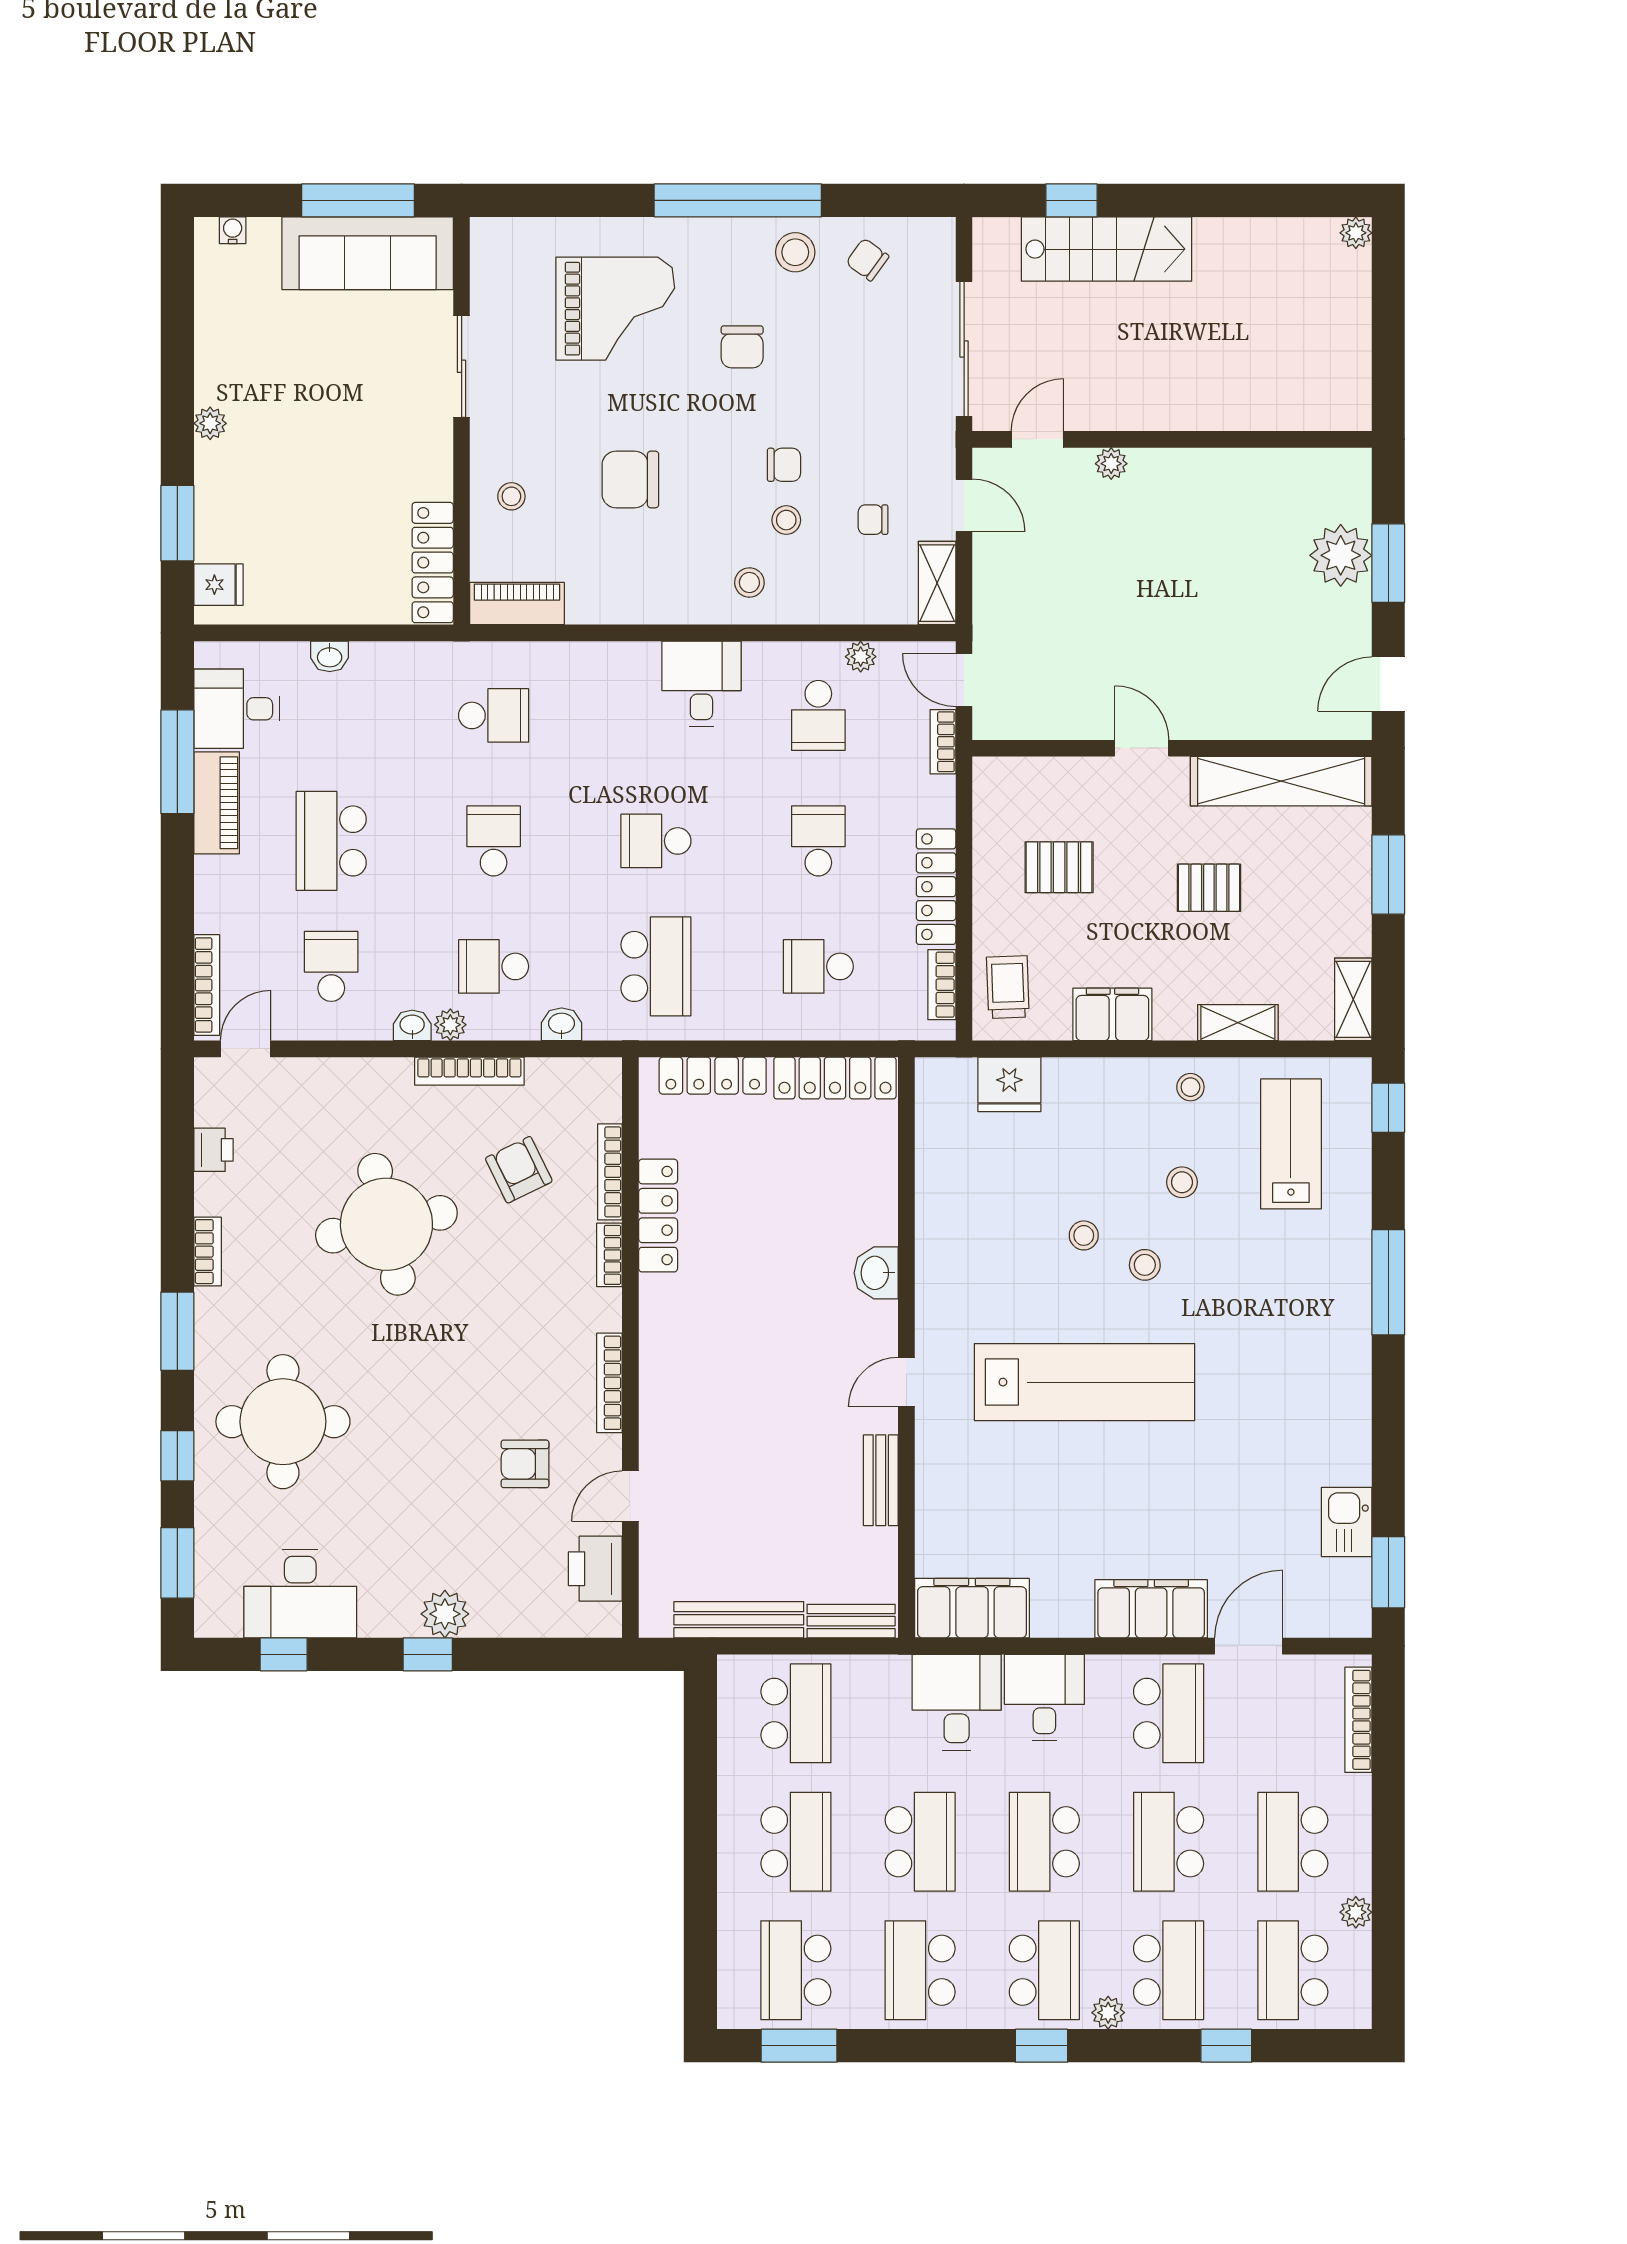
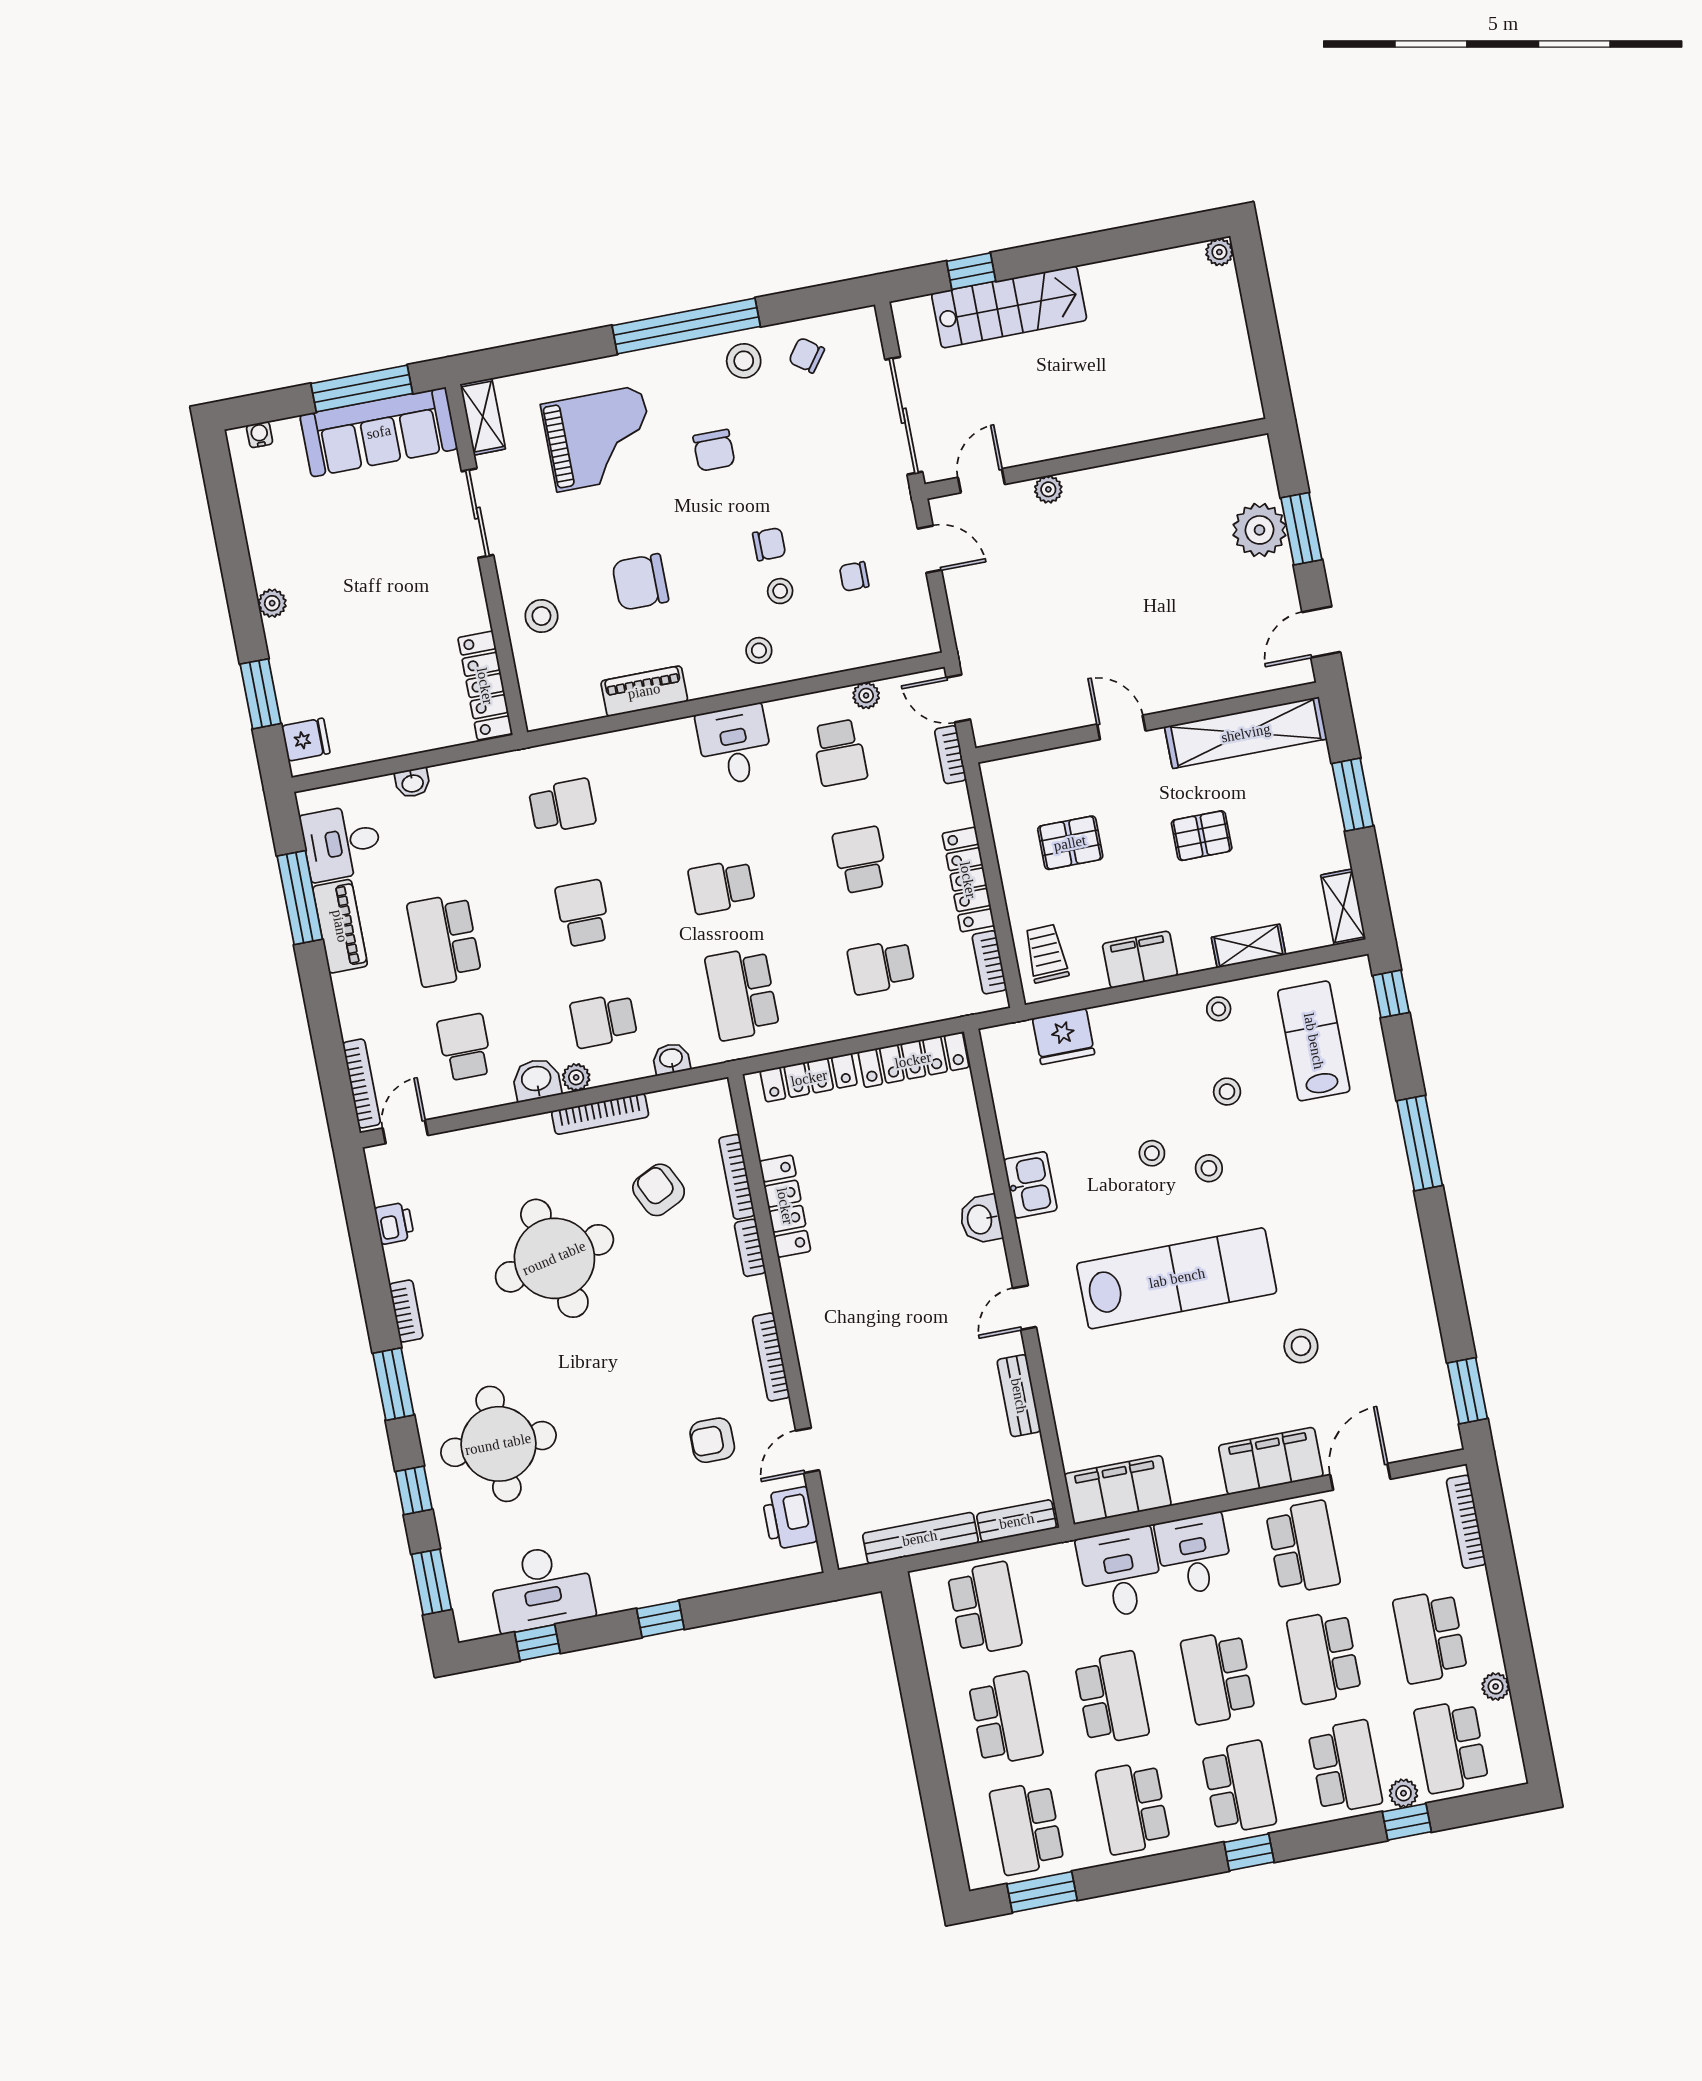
stool: (511, 496) -> (541, 616), width x1.37, depth x1.37
shelving: (937, 583) -> (483, 417), moved
piano: (517, 604) -> (644, 691), moved
school desk: (656, 966) -> (742, 994), turned 180
washbasin: (412, 1025) -> (536, 1080), width x1.38, depth x1.45
stool: (1210, 1485) -> (1301, 1346), added
kitchen sink: (1347, 1522) -> (1030, 1185), moved, turned 180
plant: (445, 1614) -> (668, 1582), removed
plant: (1108, 2013) -> (1403, 1793), moved

